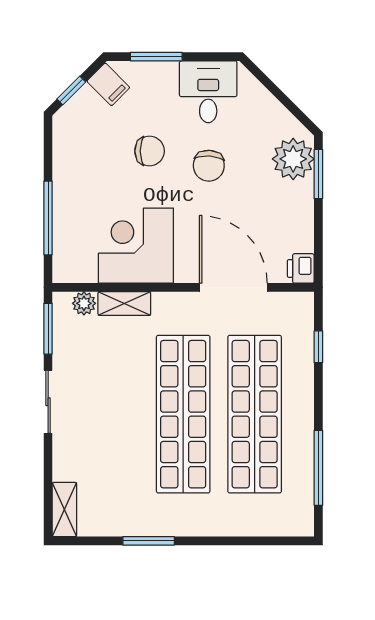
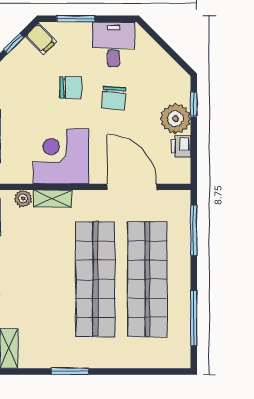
plant: (293, 159) -> (175, 119), moved
window: (318, 174) -> (194, 104), width x0.67
printer: (301, 268) -> (181, 146), moved
window: (318, 347) -> (194, 230), width x2.17

